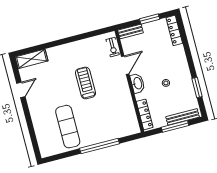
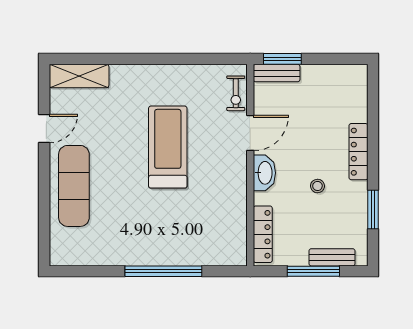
window: (150, 19) -> (282, 59), moved
locker: (174, 30) -> (358, 152), moved
treadmill: (85, 83) -> (168, 147), width x1.37, depth x1.38
bench: (183, 117) -> (332, 257), width x0.73
exercise mat: (68, 127) -> (74, 186), moved

